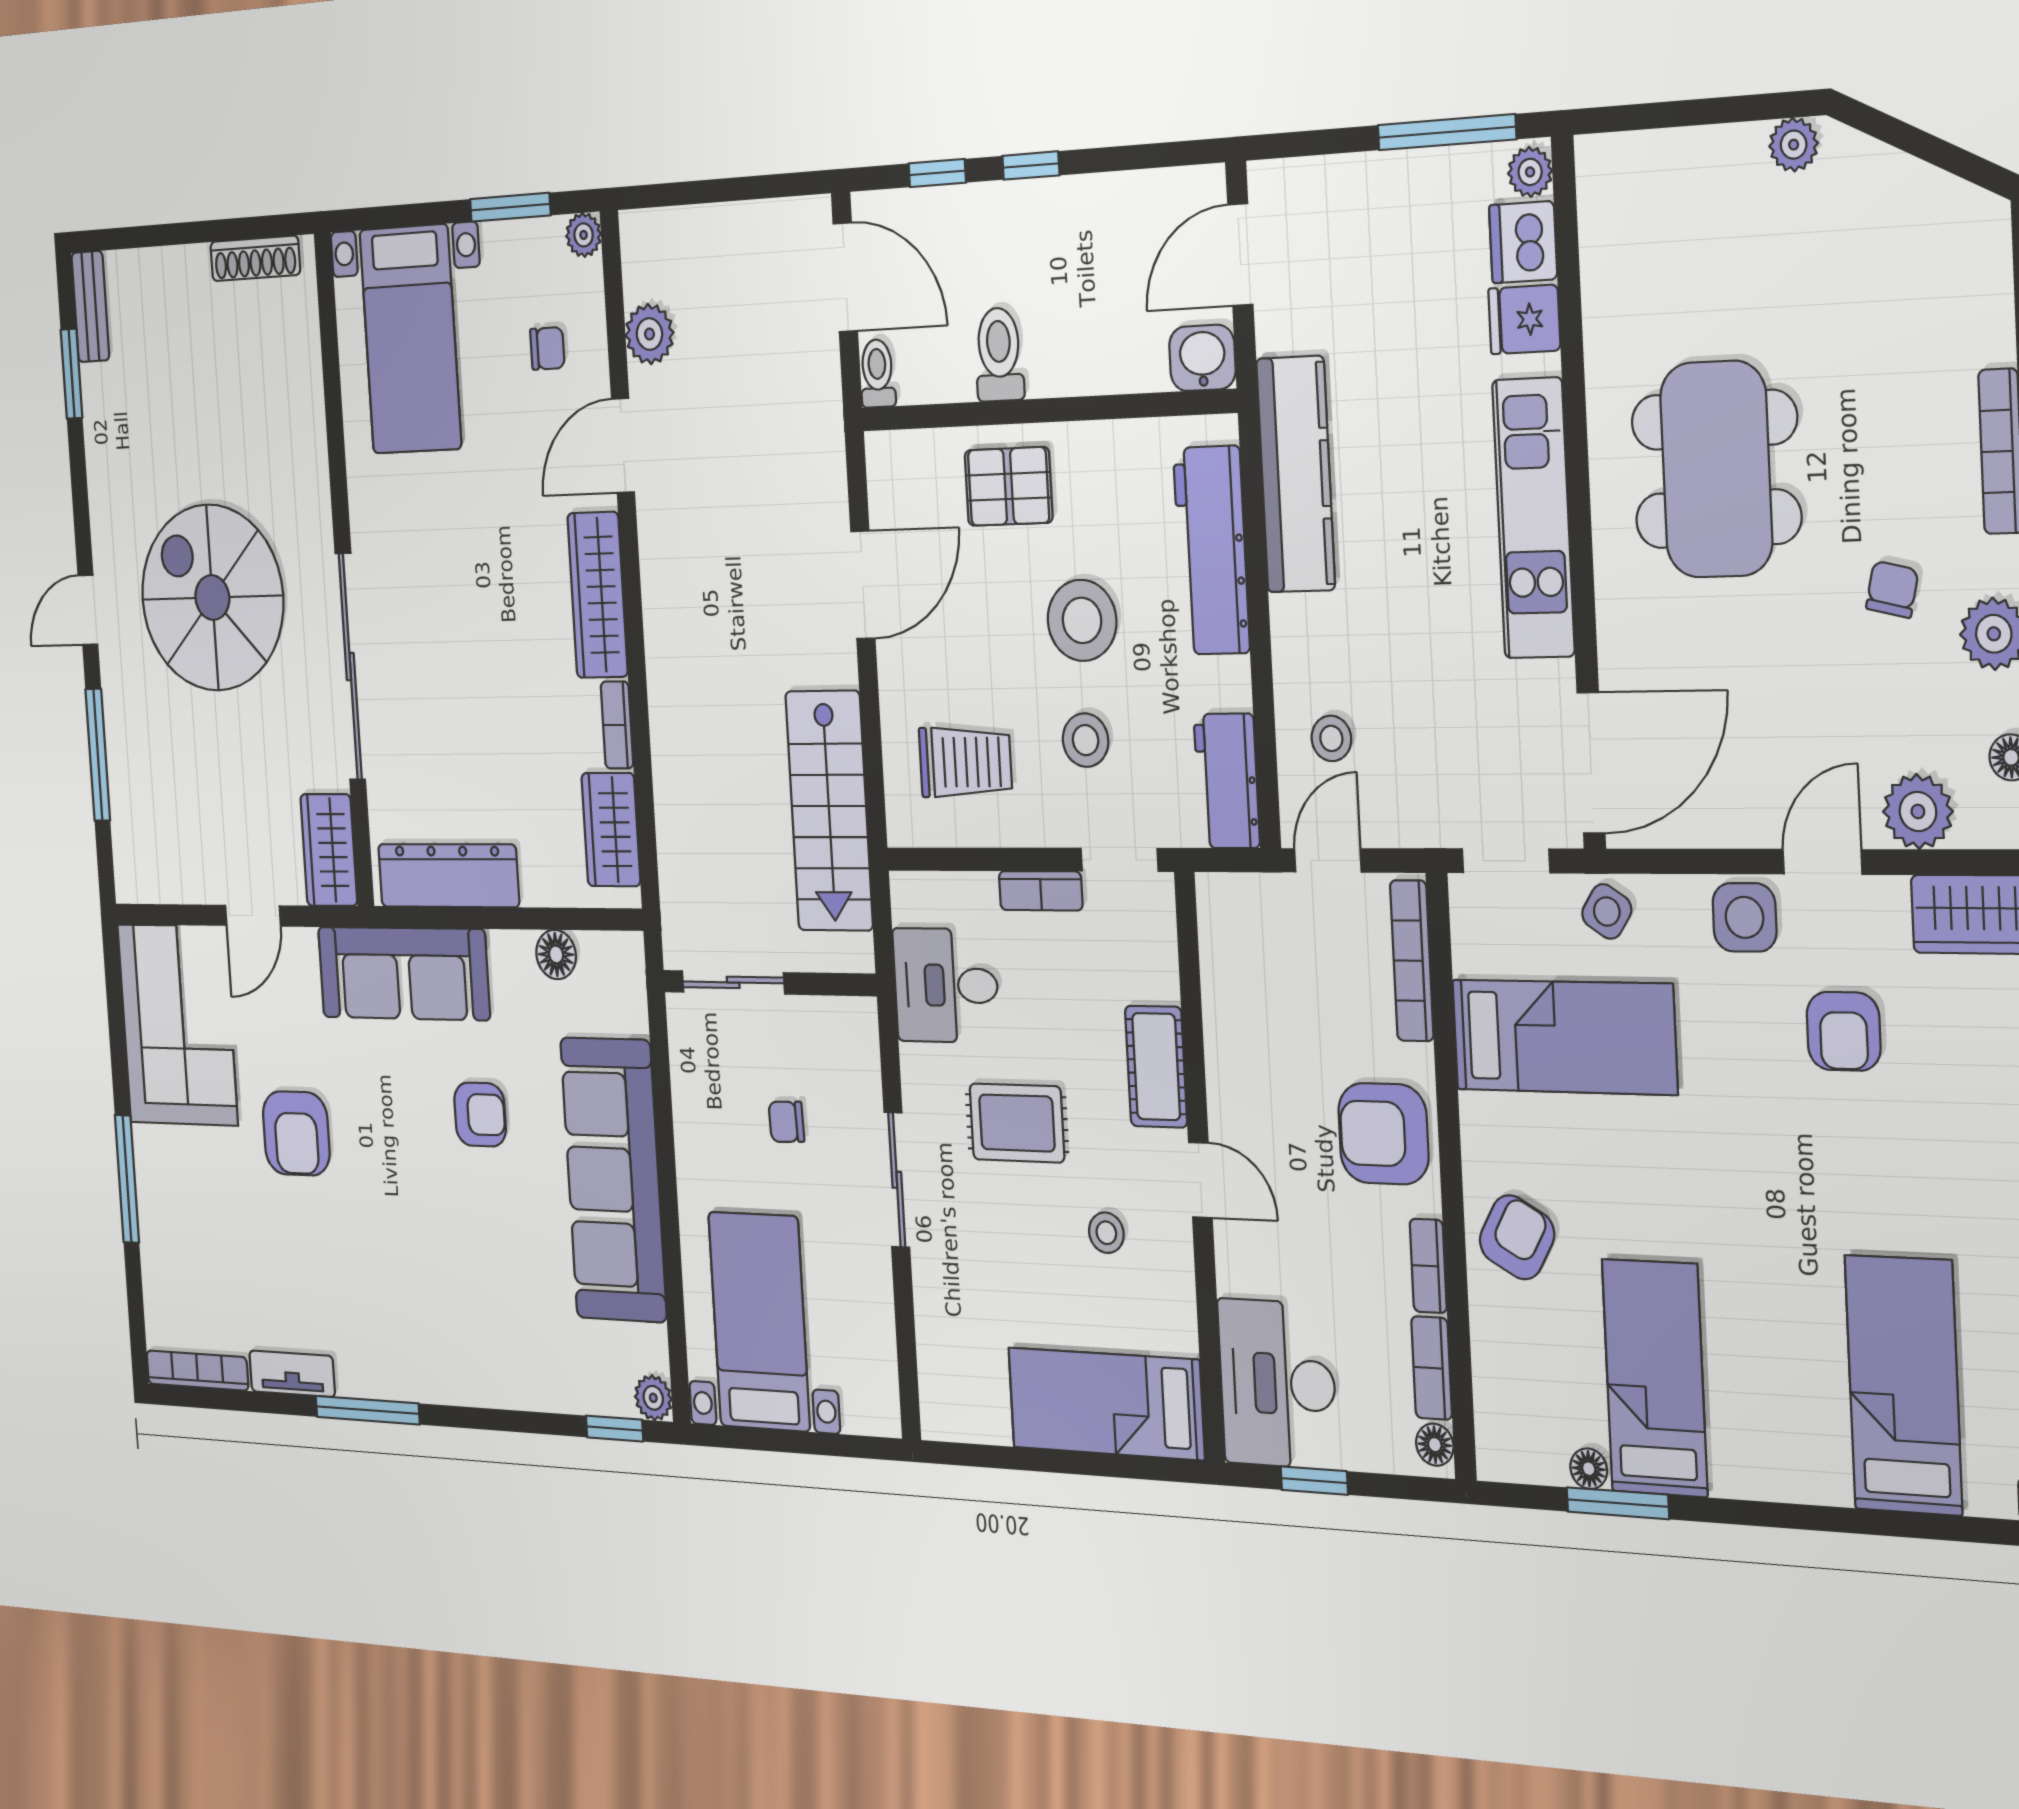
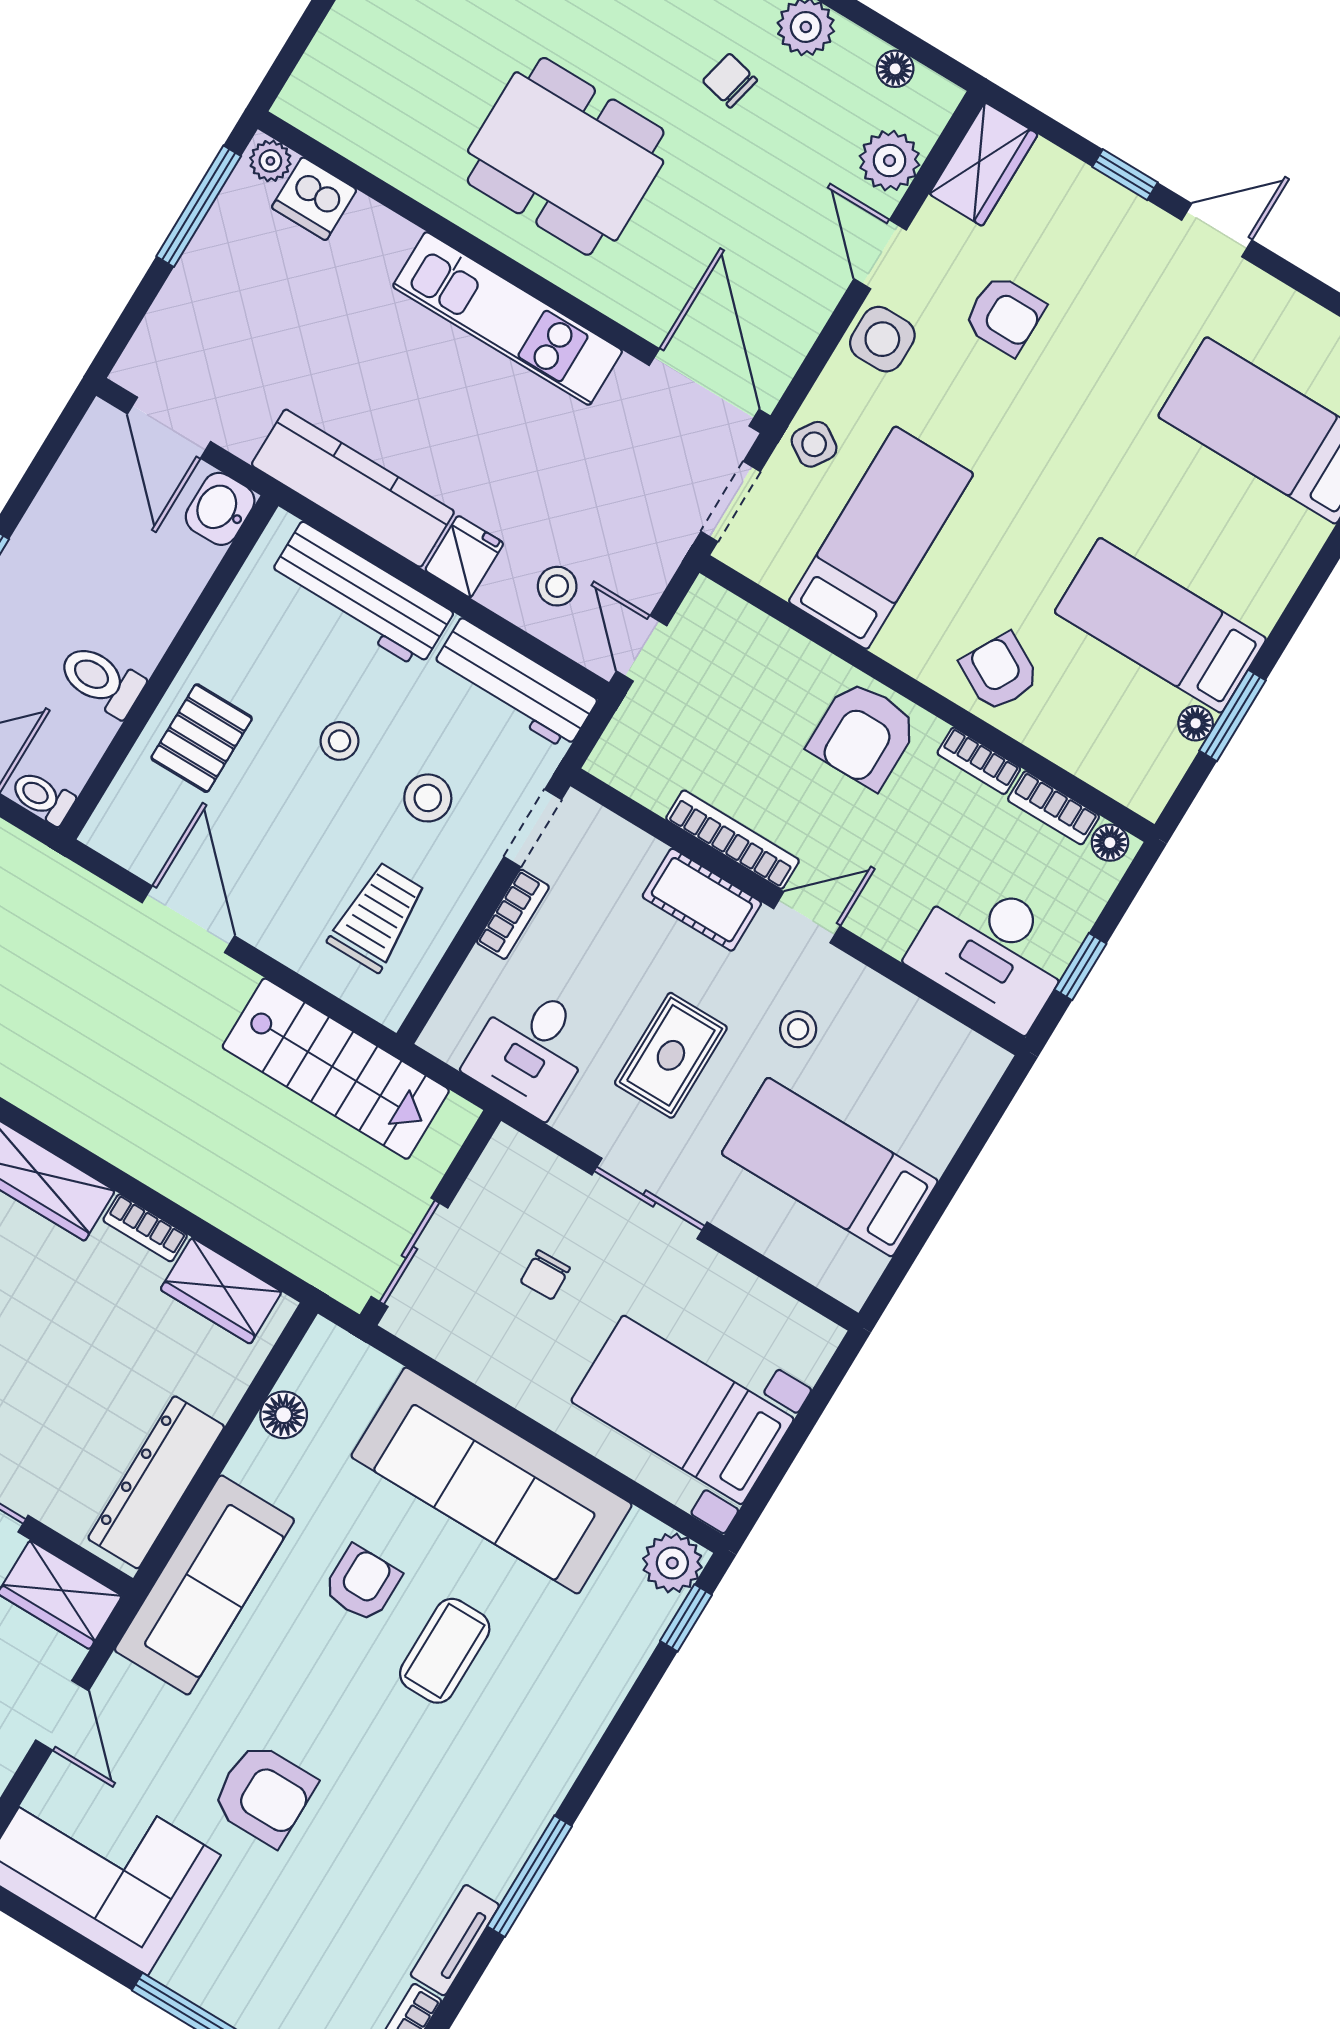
fridge: (1524, 319) -> (464, 557), moved, turned 180
stool: (1082, 620) -> (340, 741), width x0.53, depth x0.53
workbench: (1227, 781) -> (514, 684), width x1.38
bookcase: (1412, 961) -> (733, 840), moved, turned 180
coffee table: (475, 1223) -> (445, 1651), added
plant: (653, 1398) -> (672, 1563), width x1.38, depth x1.38
bed: (1106, 1404) -> (830, 1167), moved, turned 90

